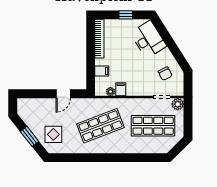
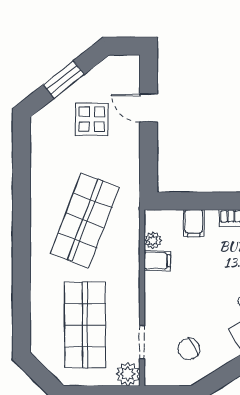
door: (63, 94) -> (148, 108), moved
shop shelf: (100, 126) -> (85, 220), turned 42
display table: (53, 134) -> (92, 119), moved

